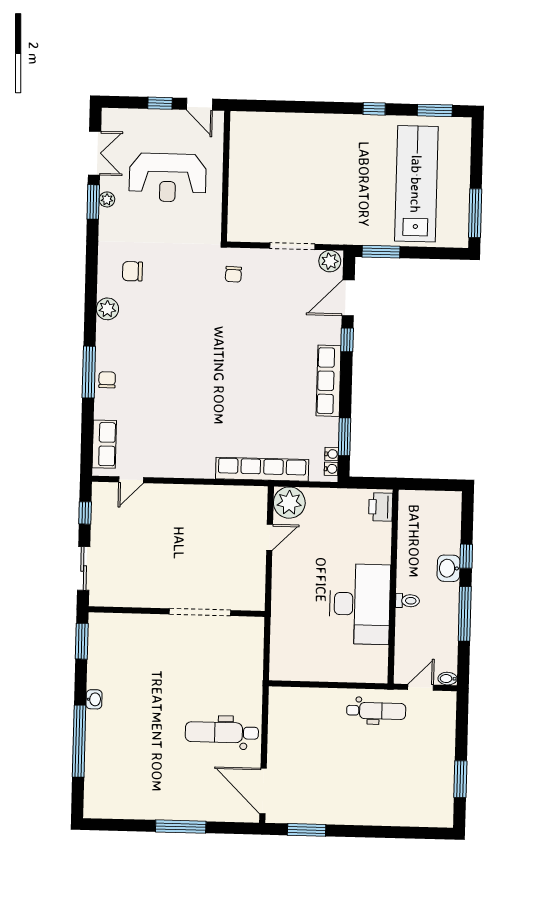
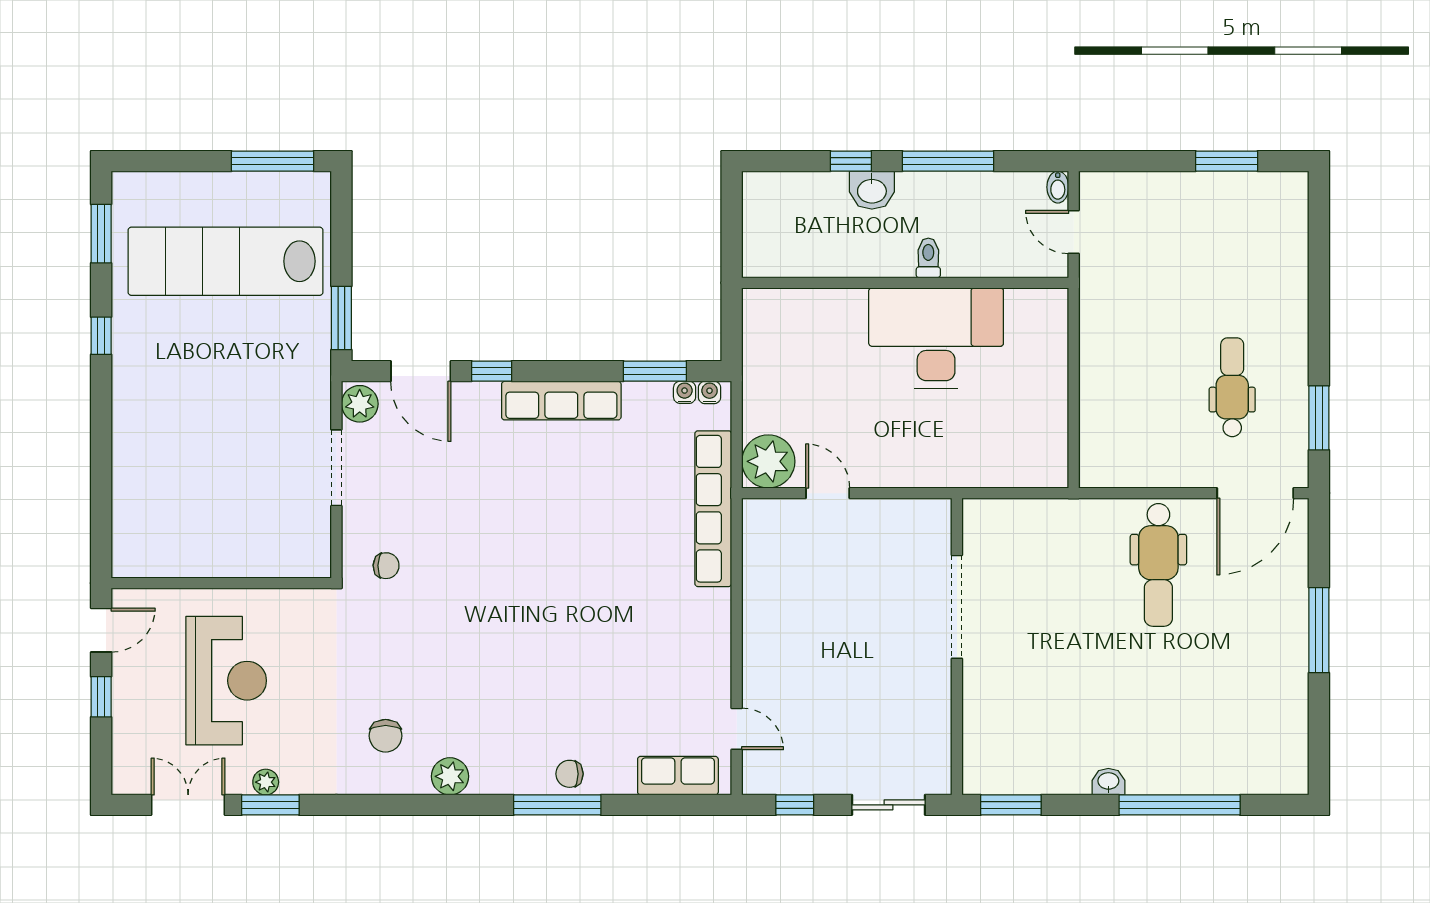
printer: (381, 507) -> (772, 307), removed
dental chair: (376, 711) -> (1232, 387), moved

